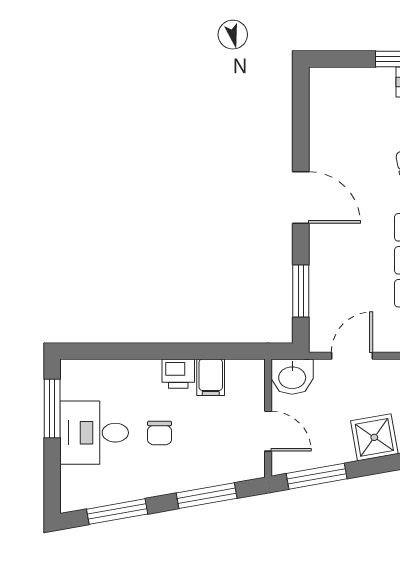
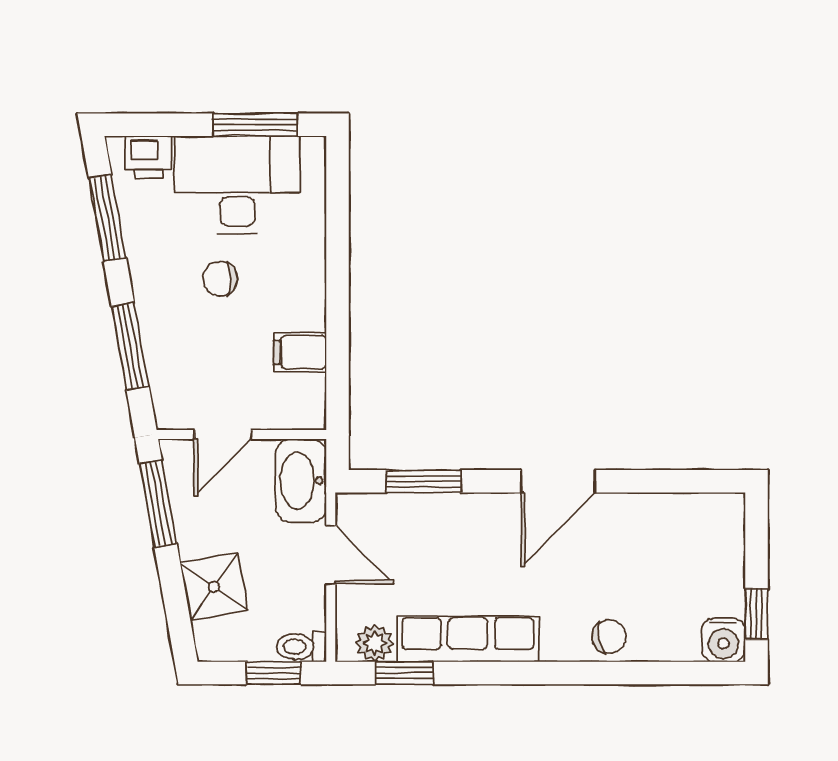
printer: (178, 374) -> (148, 157), moved, turned -90
washbasin: (292, 377) -> (301, 481), width x1.38
desk: (94, 433) -> (238, 185), width x1.37

